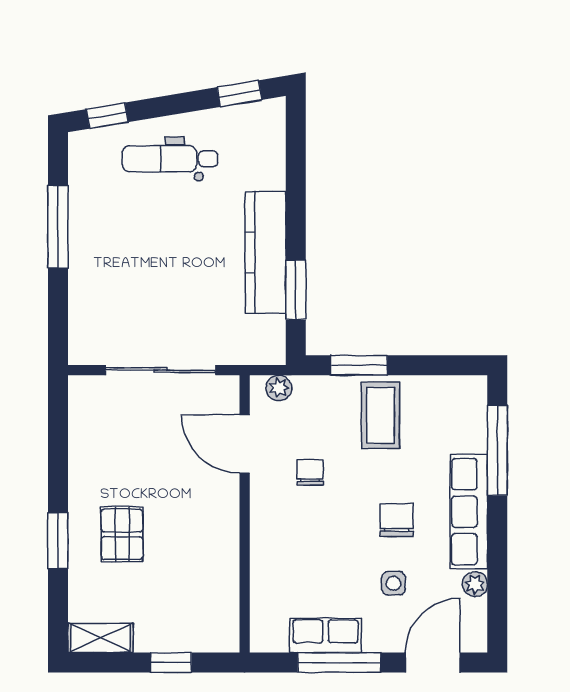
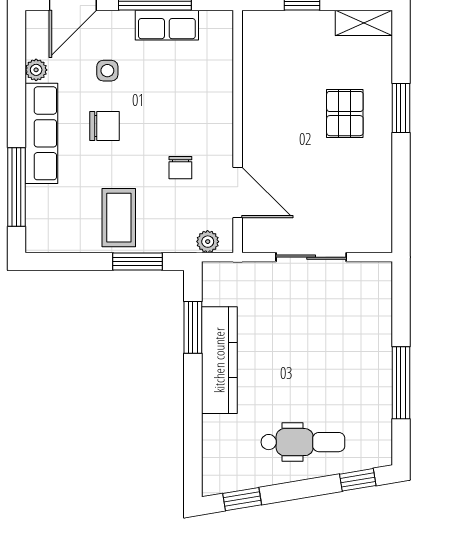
sliding door: (160, 370) -> (311, 257), width x0.73
chair: (397, 520) -> (104, 126), turned -90

